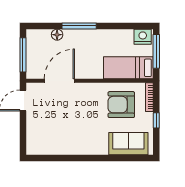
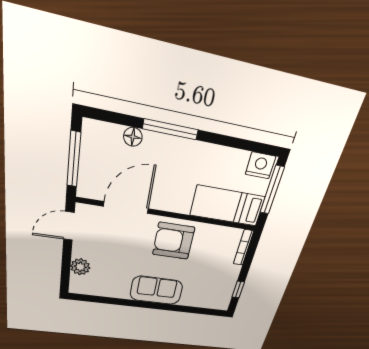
armchair: (121, 105) -> (174, 241), moved
window: (156, 120) -> (238, 289), moved
plant: (33, 131) -> (80, 267), added
sofa: (128, 144) -> (156, 290), moved

